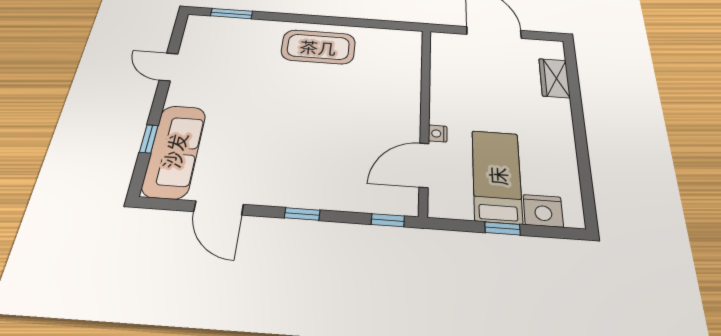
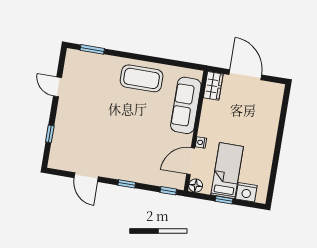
wardrobe: (554, 78) -> (213, 86), moved, turned 180
sofa: (174, 151) -> (186, 105), moved, turned 180
floor lamp: (441, 207) -> (196, 186), added

